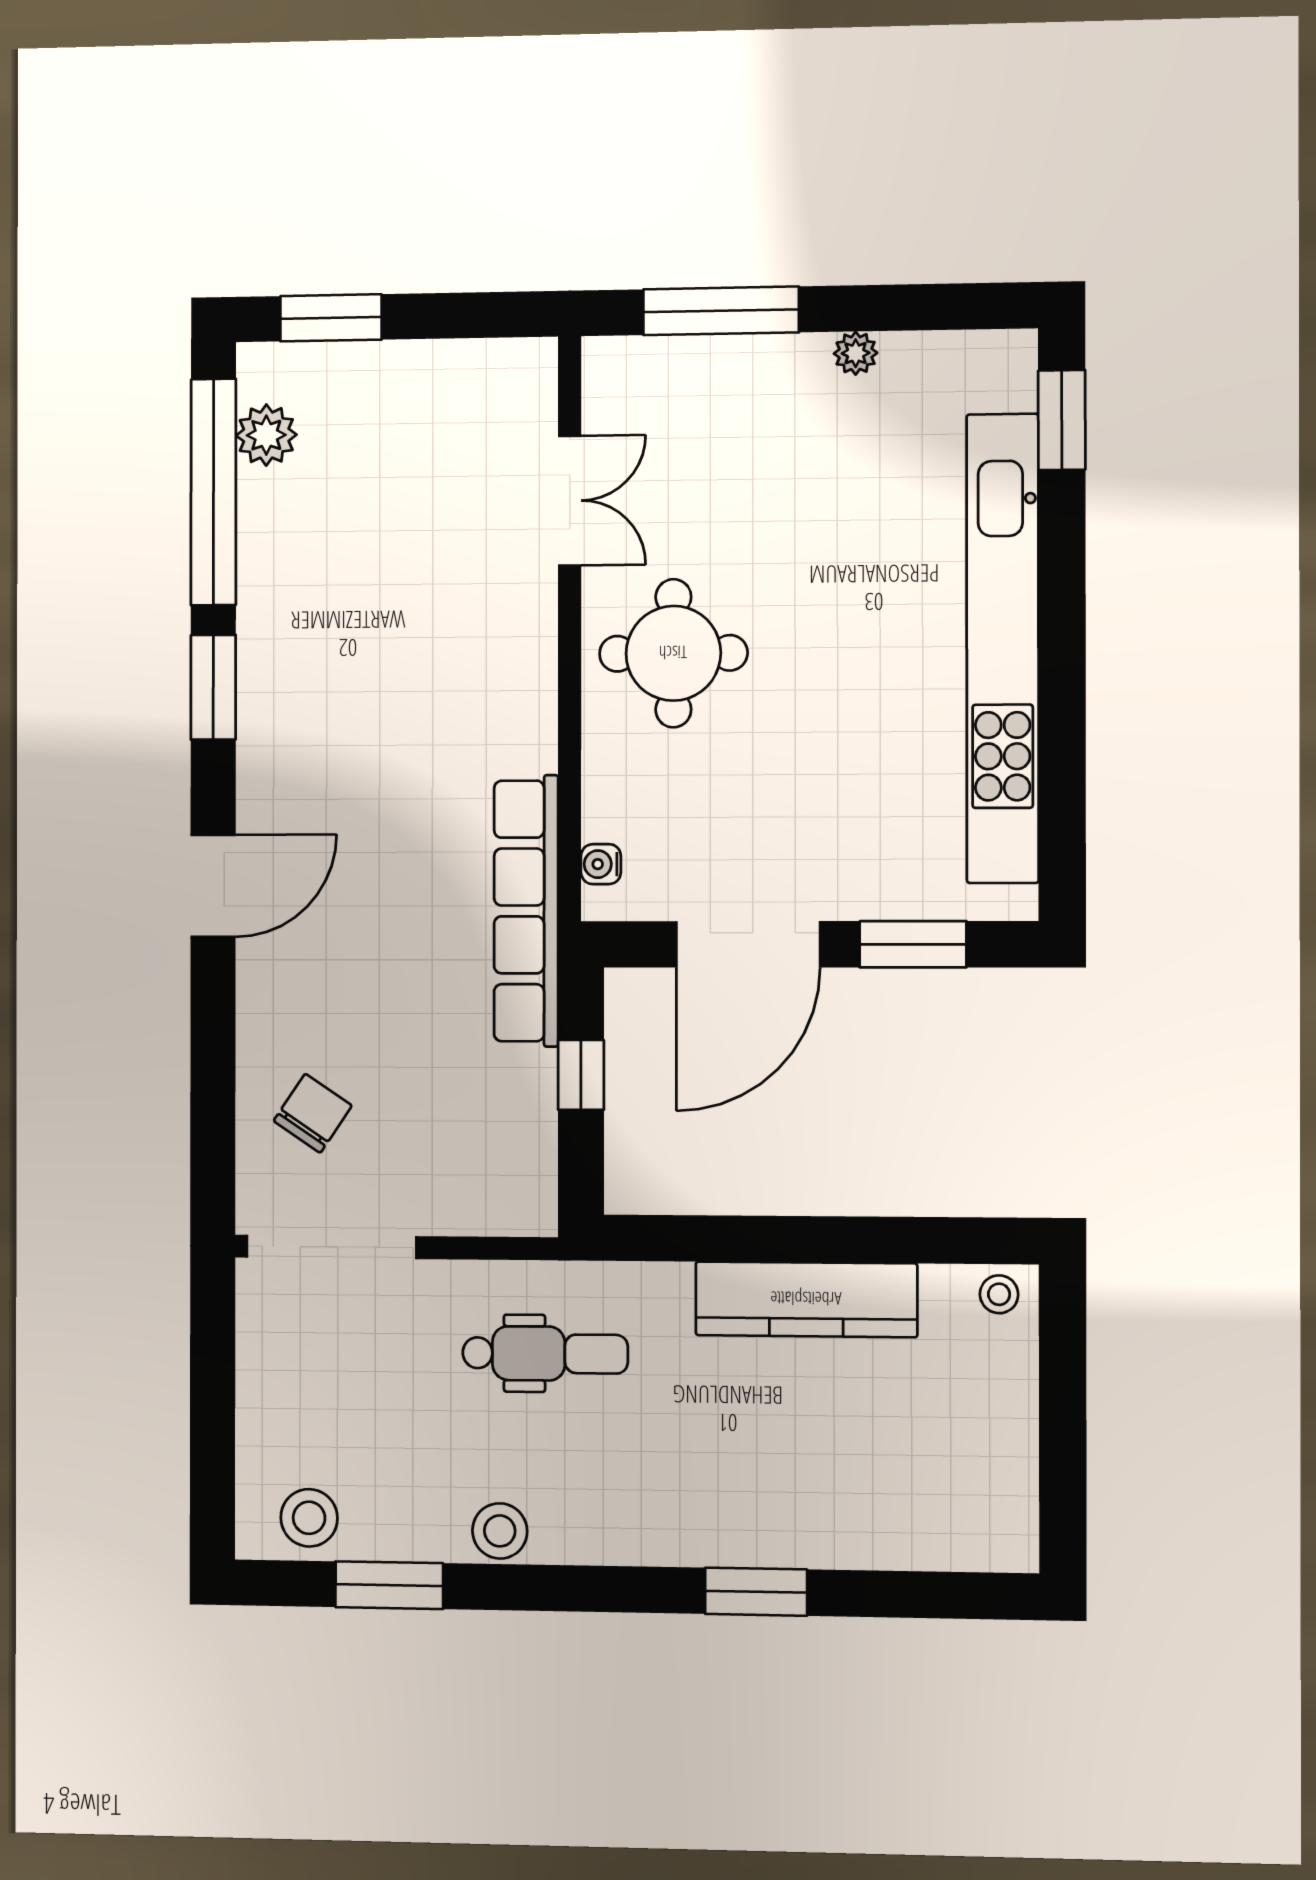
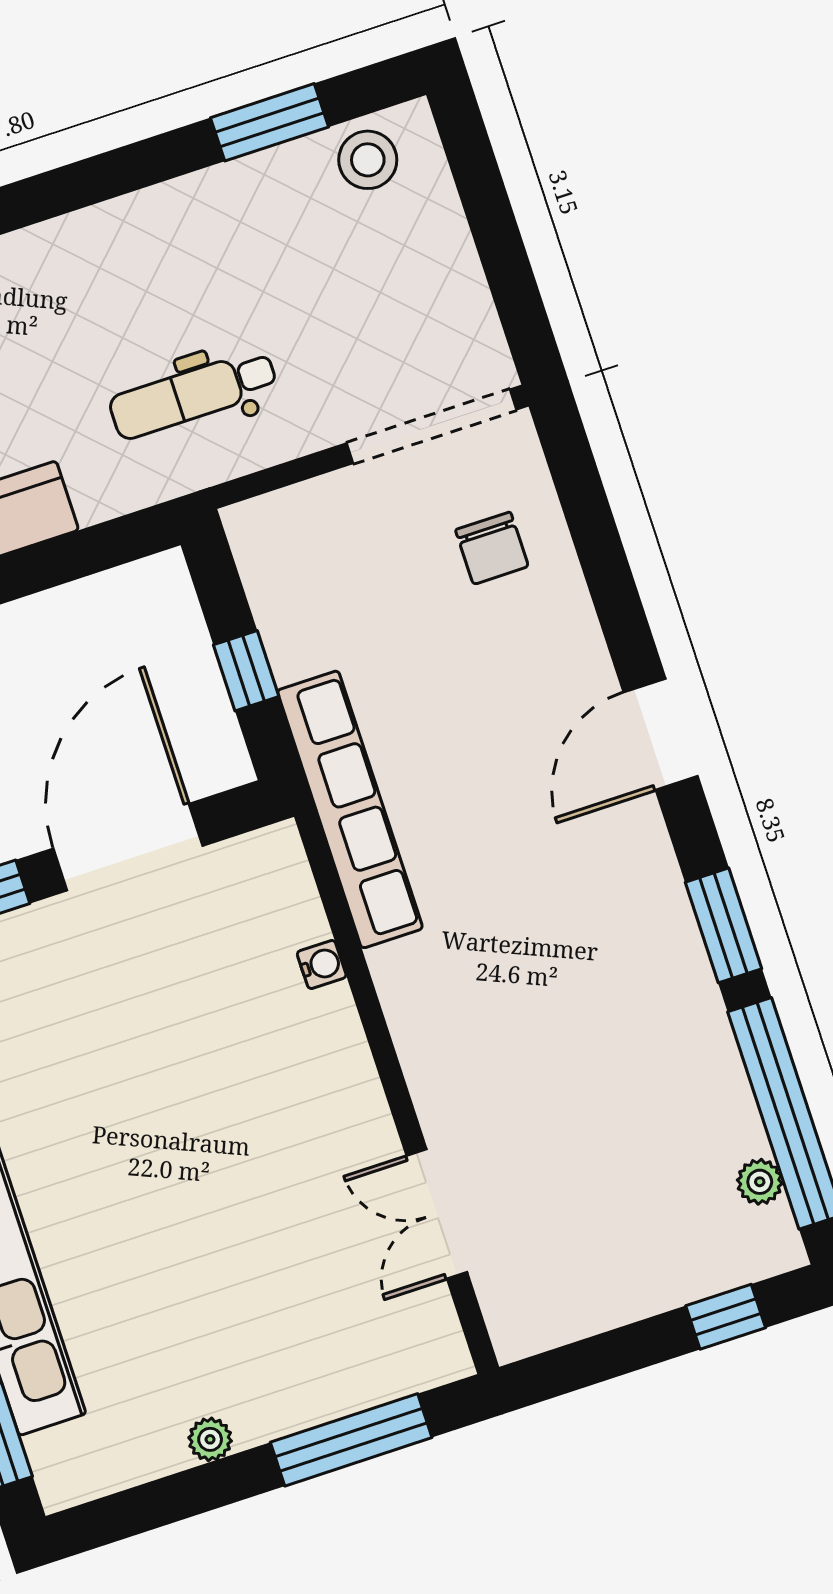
window: (331, 318) -> (726, 1317), width x0.67
plant: (266, 435) -> (760, 1182), width x0.73, depth x0.73
round table: (673, 653) -> (290, 1100), removed
water cooler: (601, 864) -> (322, 965), moved
chair: (313, 1113) -> (492, 548), turned -34
stool: (500, 1531) -> (181, 211), removed

